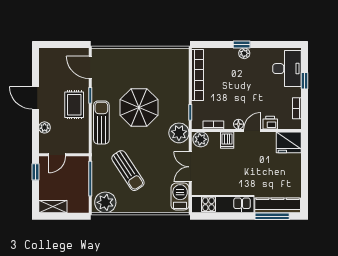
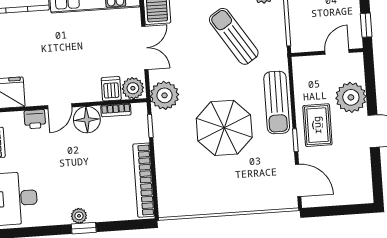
floor lamp: (238, 124) -> (87, 120), width x1.89, depth x1.89
plant: (45, 127) -> (351, 97), width x1.88, depth x1.88
dishwasher: (227, 140) -> (111, 89), moved

